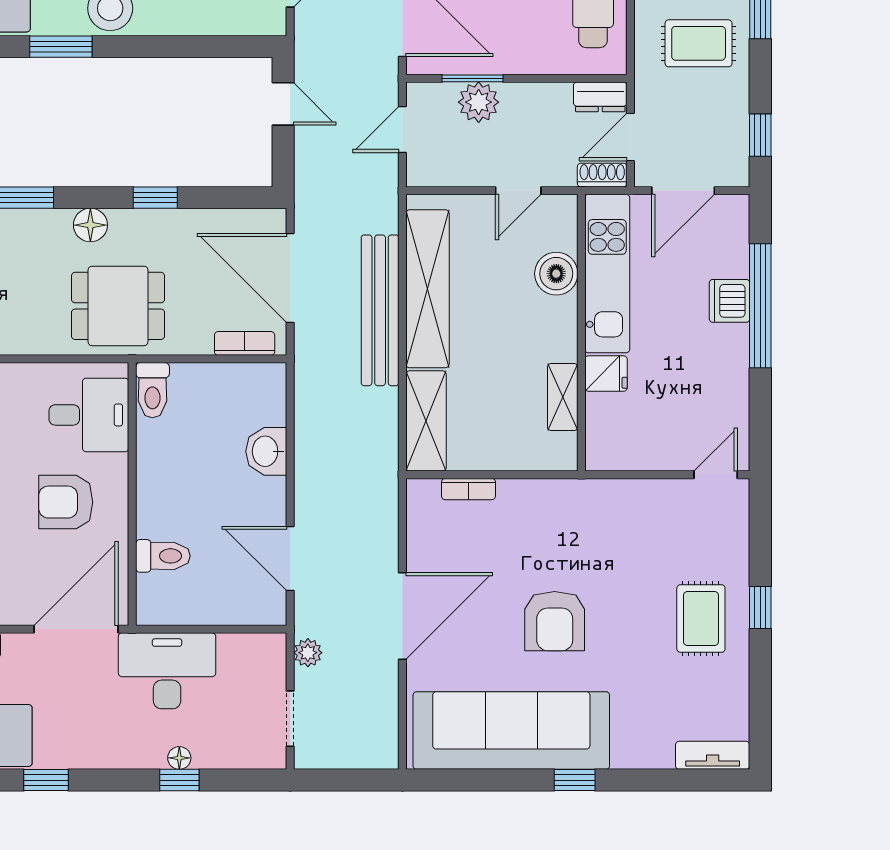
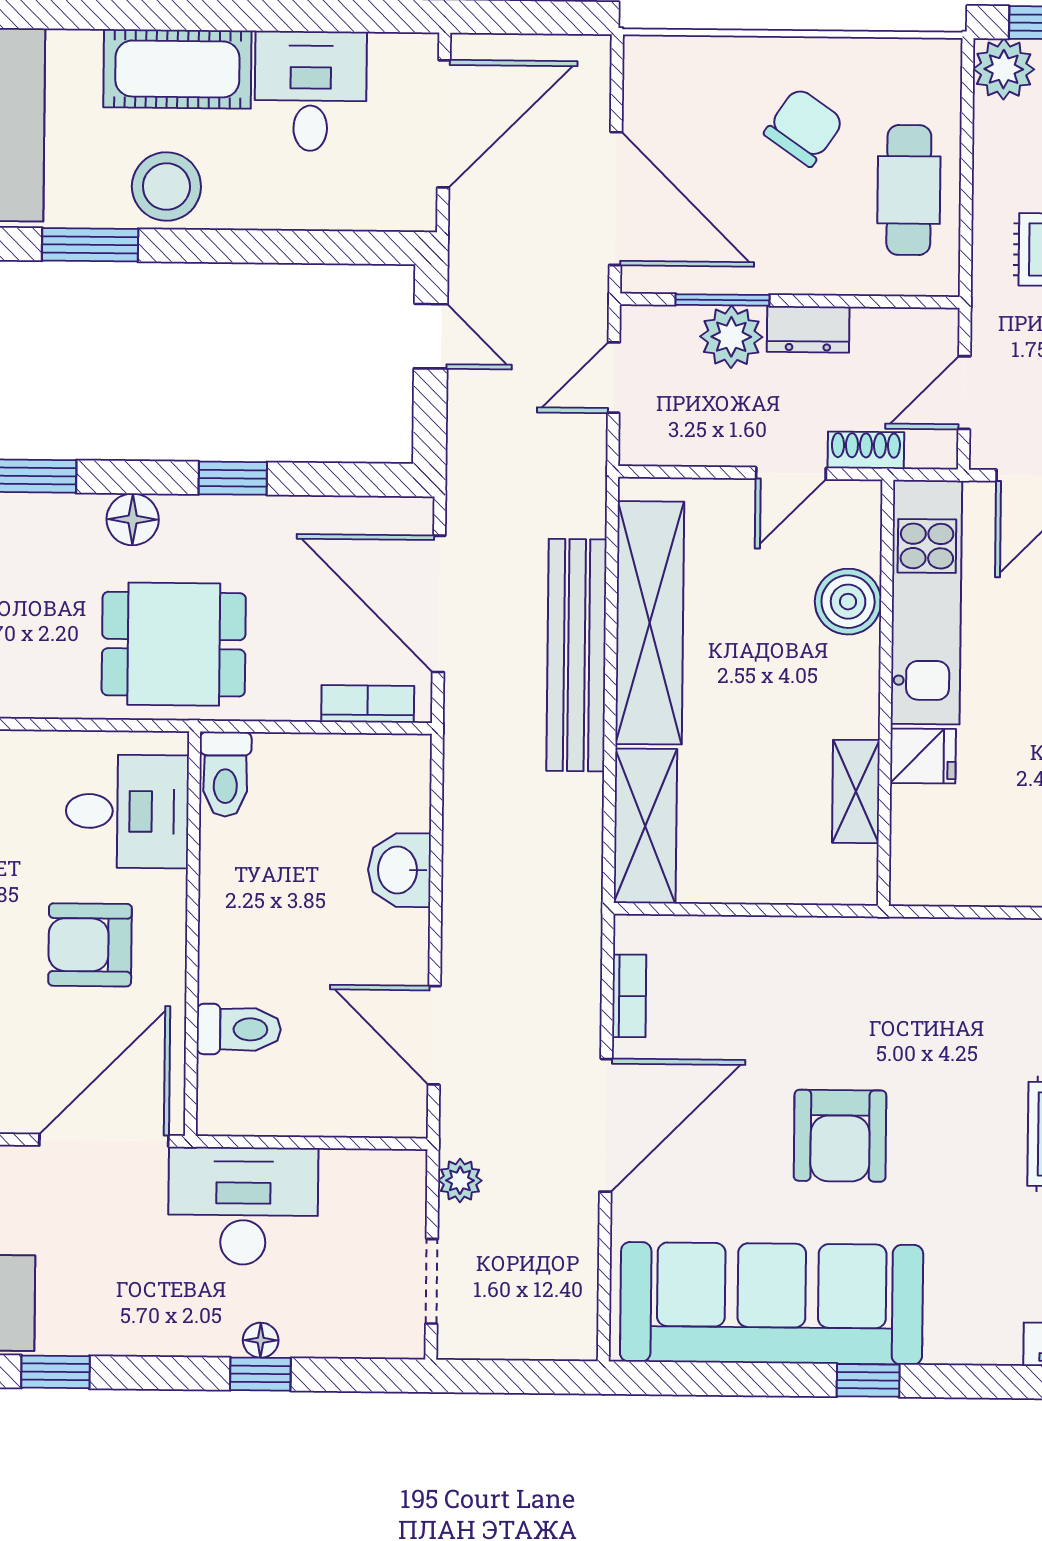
dresser: (600, 97) -> (808, 329), moved
shoe rack: (602, 175) -> (866, 450), moved
bookcase: (469, 489) -> (629, 996), moved, turned -90

